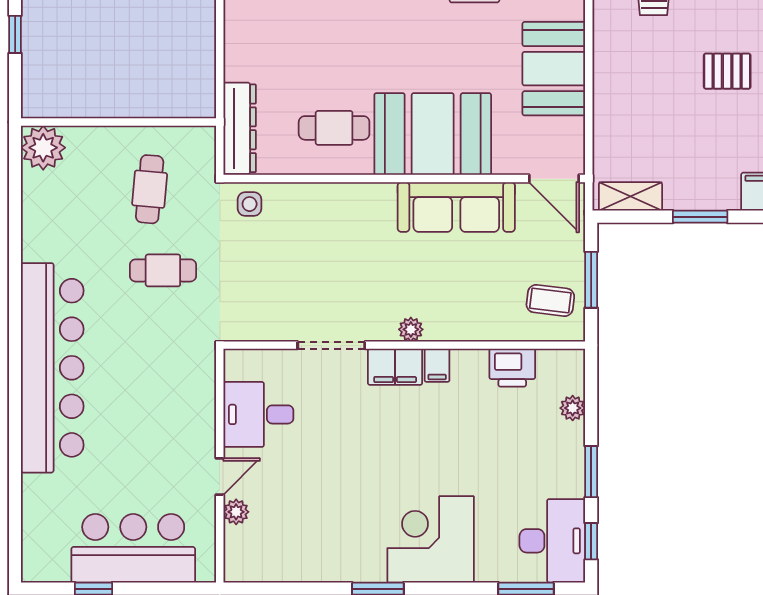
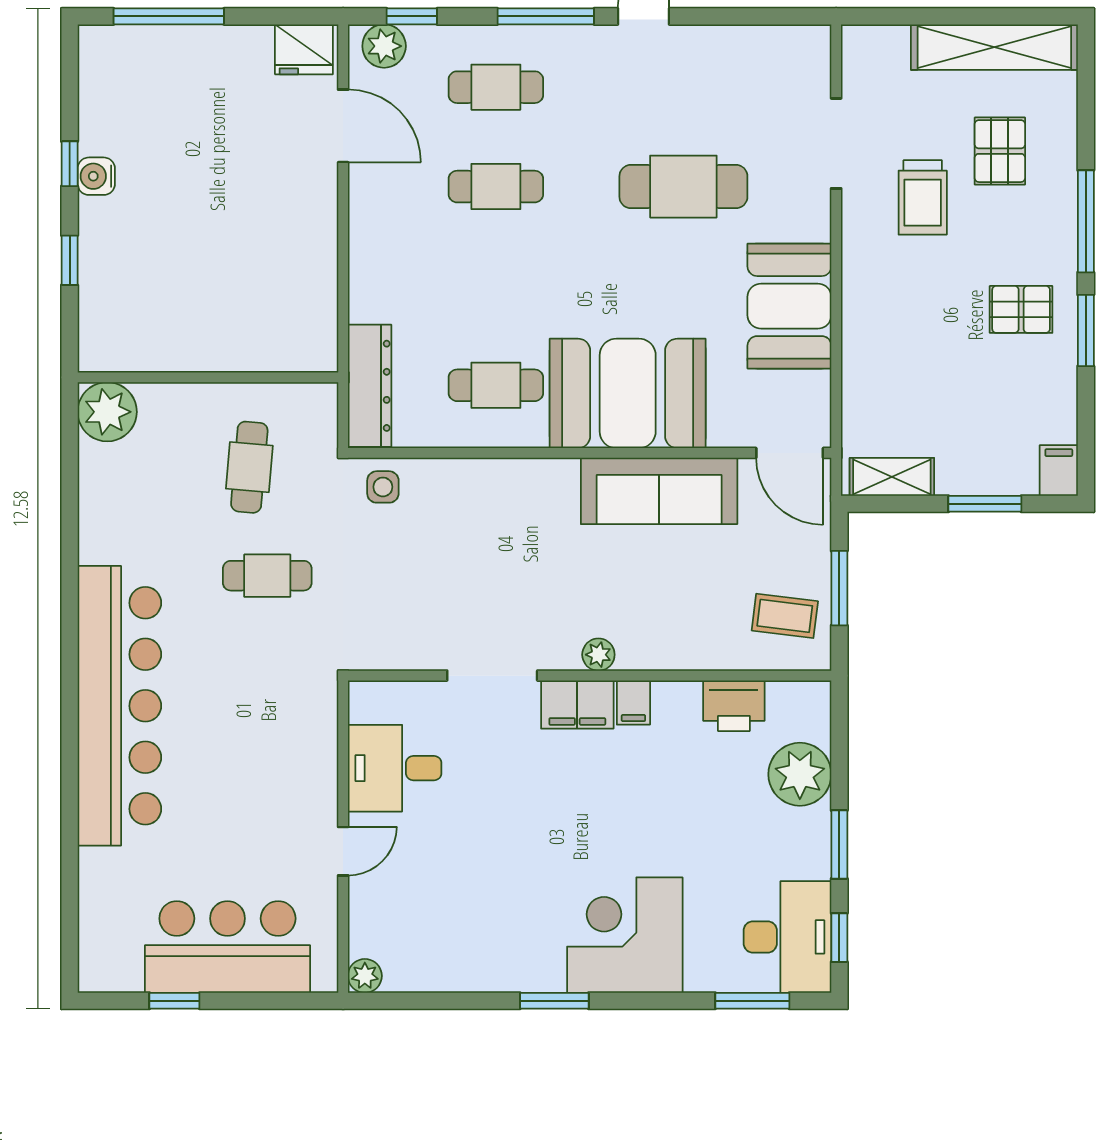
plant: (573, 408) -> (800, 774), width x1.88, depth x1.88
plant: (236, 512) -> (365, 976), moved

